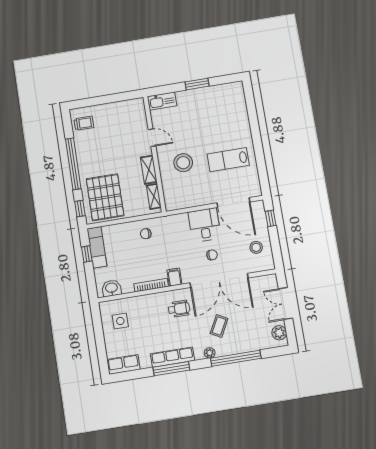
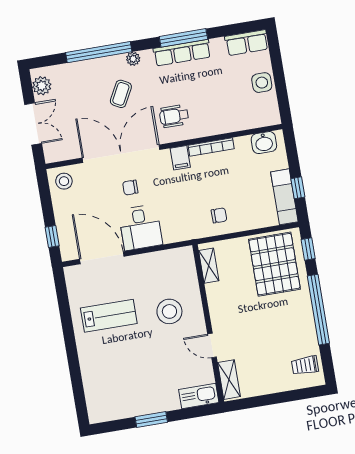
shelving: (149, 170) -> (229, 380), moved
stool: (256, 247) -> (64, 181), moved
side table: (120, 321) -> (262, 83), moved

